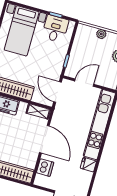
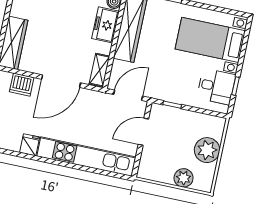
plant: (101, 34) -> (207, 150), width x1.87, depth x1.87
door: (84, 83) -> (143, 132), swing flipped

